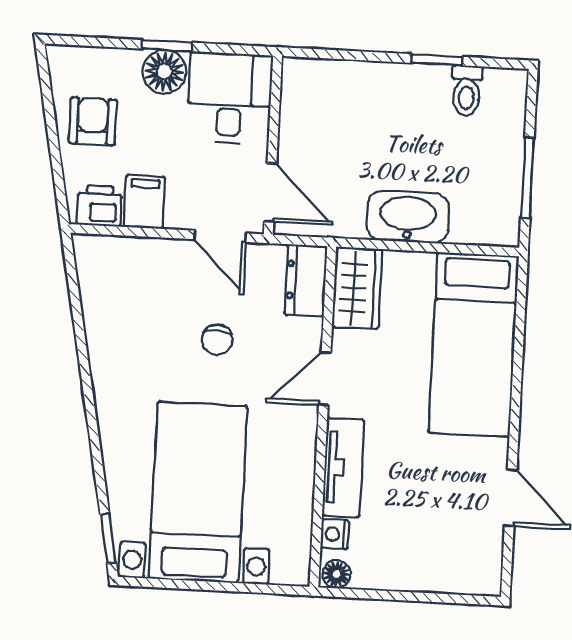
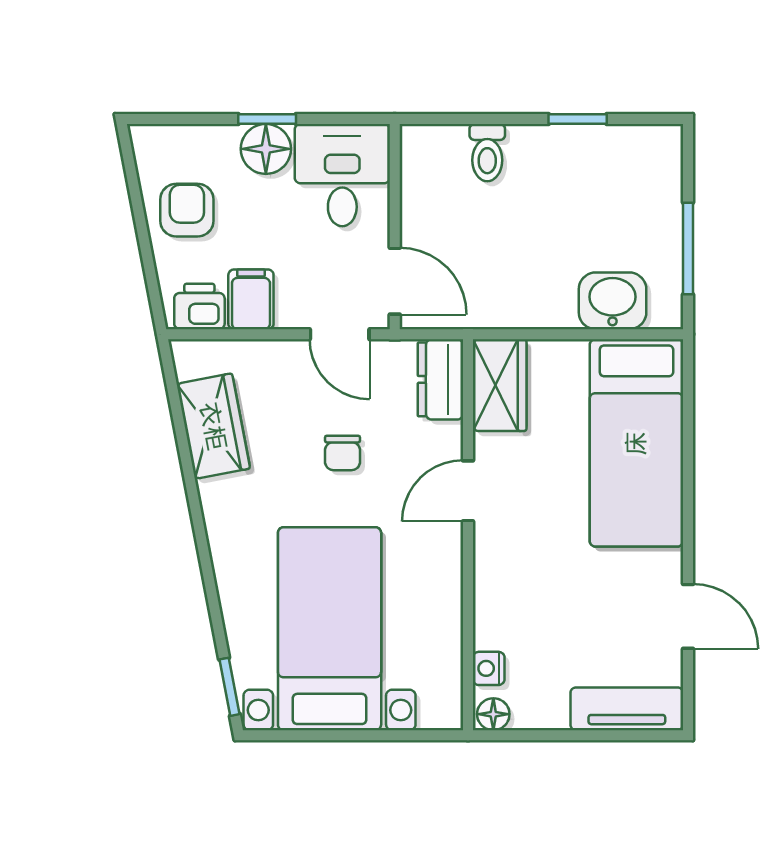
toilet: (467, 91) -> (487, 153), moved
washbasin: (408, 217) -> (613, 301), moved, width x0.72
wardrobe: (106, 311) -> (213, 426), added
tv unit: (343, 467) -> (627, 709), moved, turned -90

